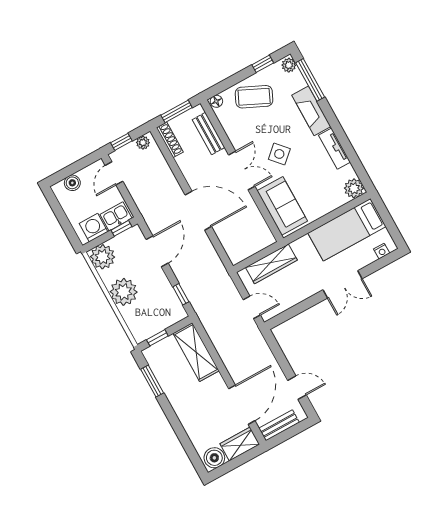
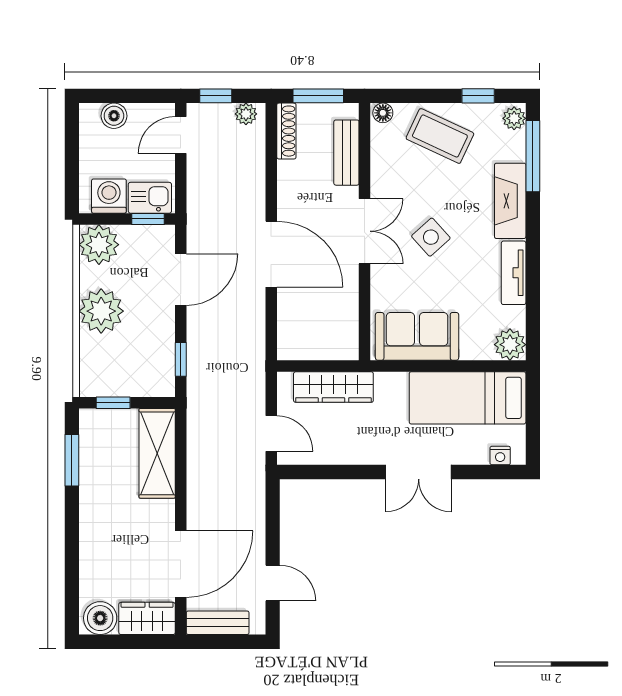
sofa: (282, 206) -> (417, 336), moved, turned -90

